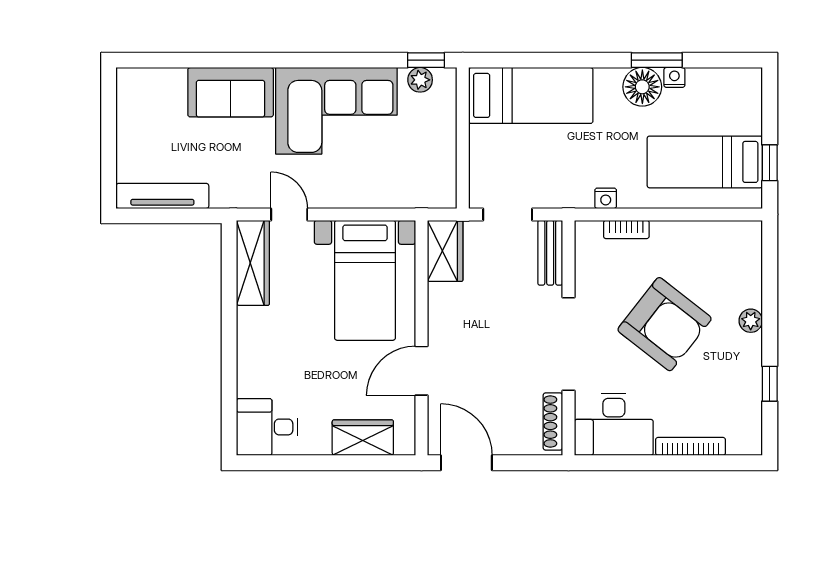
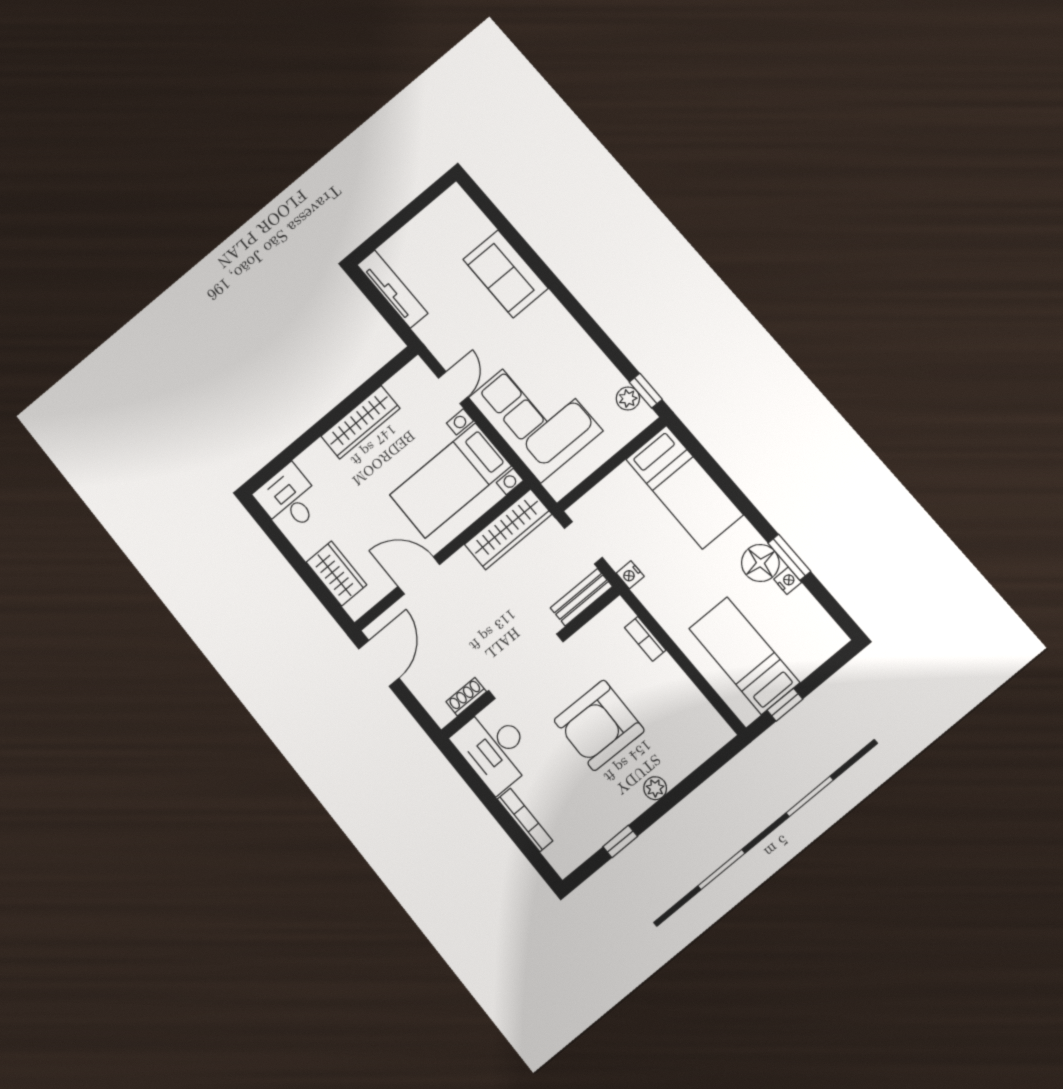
corner sofa: (336, 111) -> (536, 414), moved, turned 180
nightstand: (606, 198) -> (630, 575), moved
wardrobe: (445, 251) -> (508, 529), width x1.50
wardrobe: (253, 263) -> (360, 422), moved
armchair: (665, 324) -> (599, 725), turned 53
shoe rack: (553, 422) -> (466, 697), width x0.70

